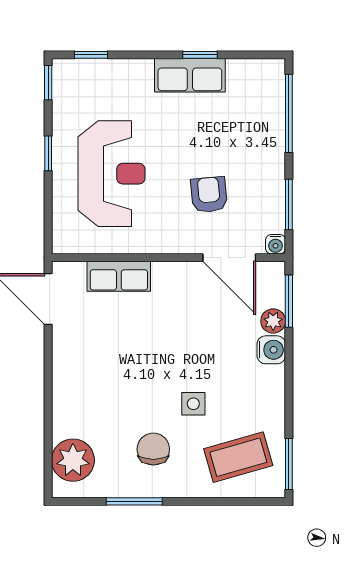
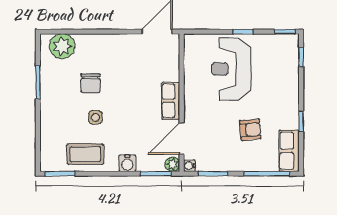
row of seats: (190, 75) -> (289, 151), moved
reception desk: (111, 174) -> (231, 69), turned 90
armchair: (209, 195) -> (250, 130), moved
row of seats: (119, 276) -> (171, 101), moved
plant: (273, 321) -> (172, 164), moved
chair: (153, 449) -> (91, 83), moved, turned 90
coffee table: (238, 457) -> (85, 154), moved, turned -74

